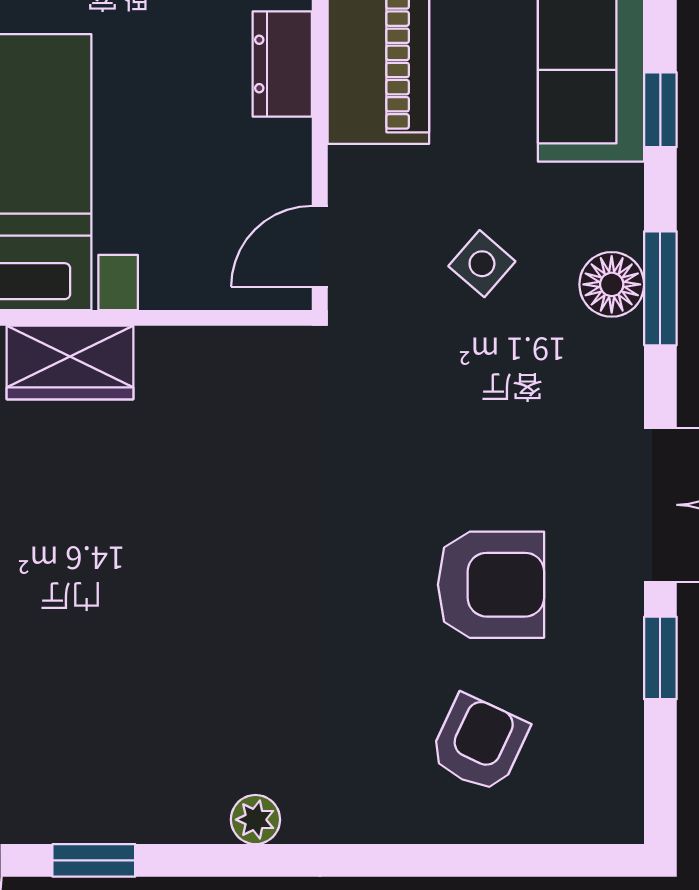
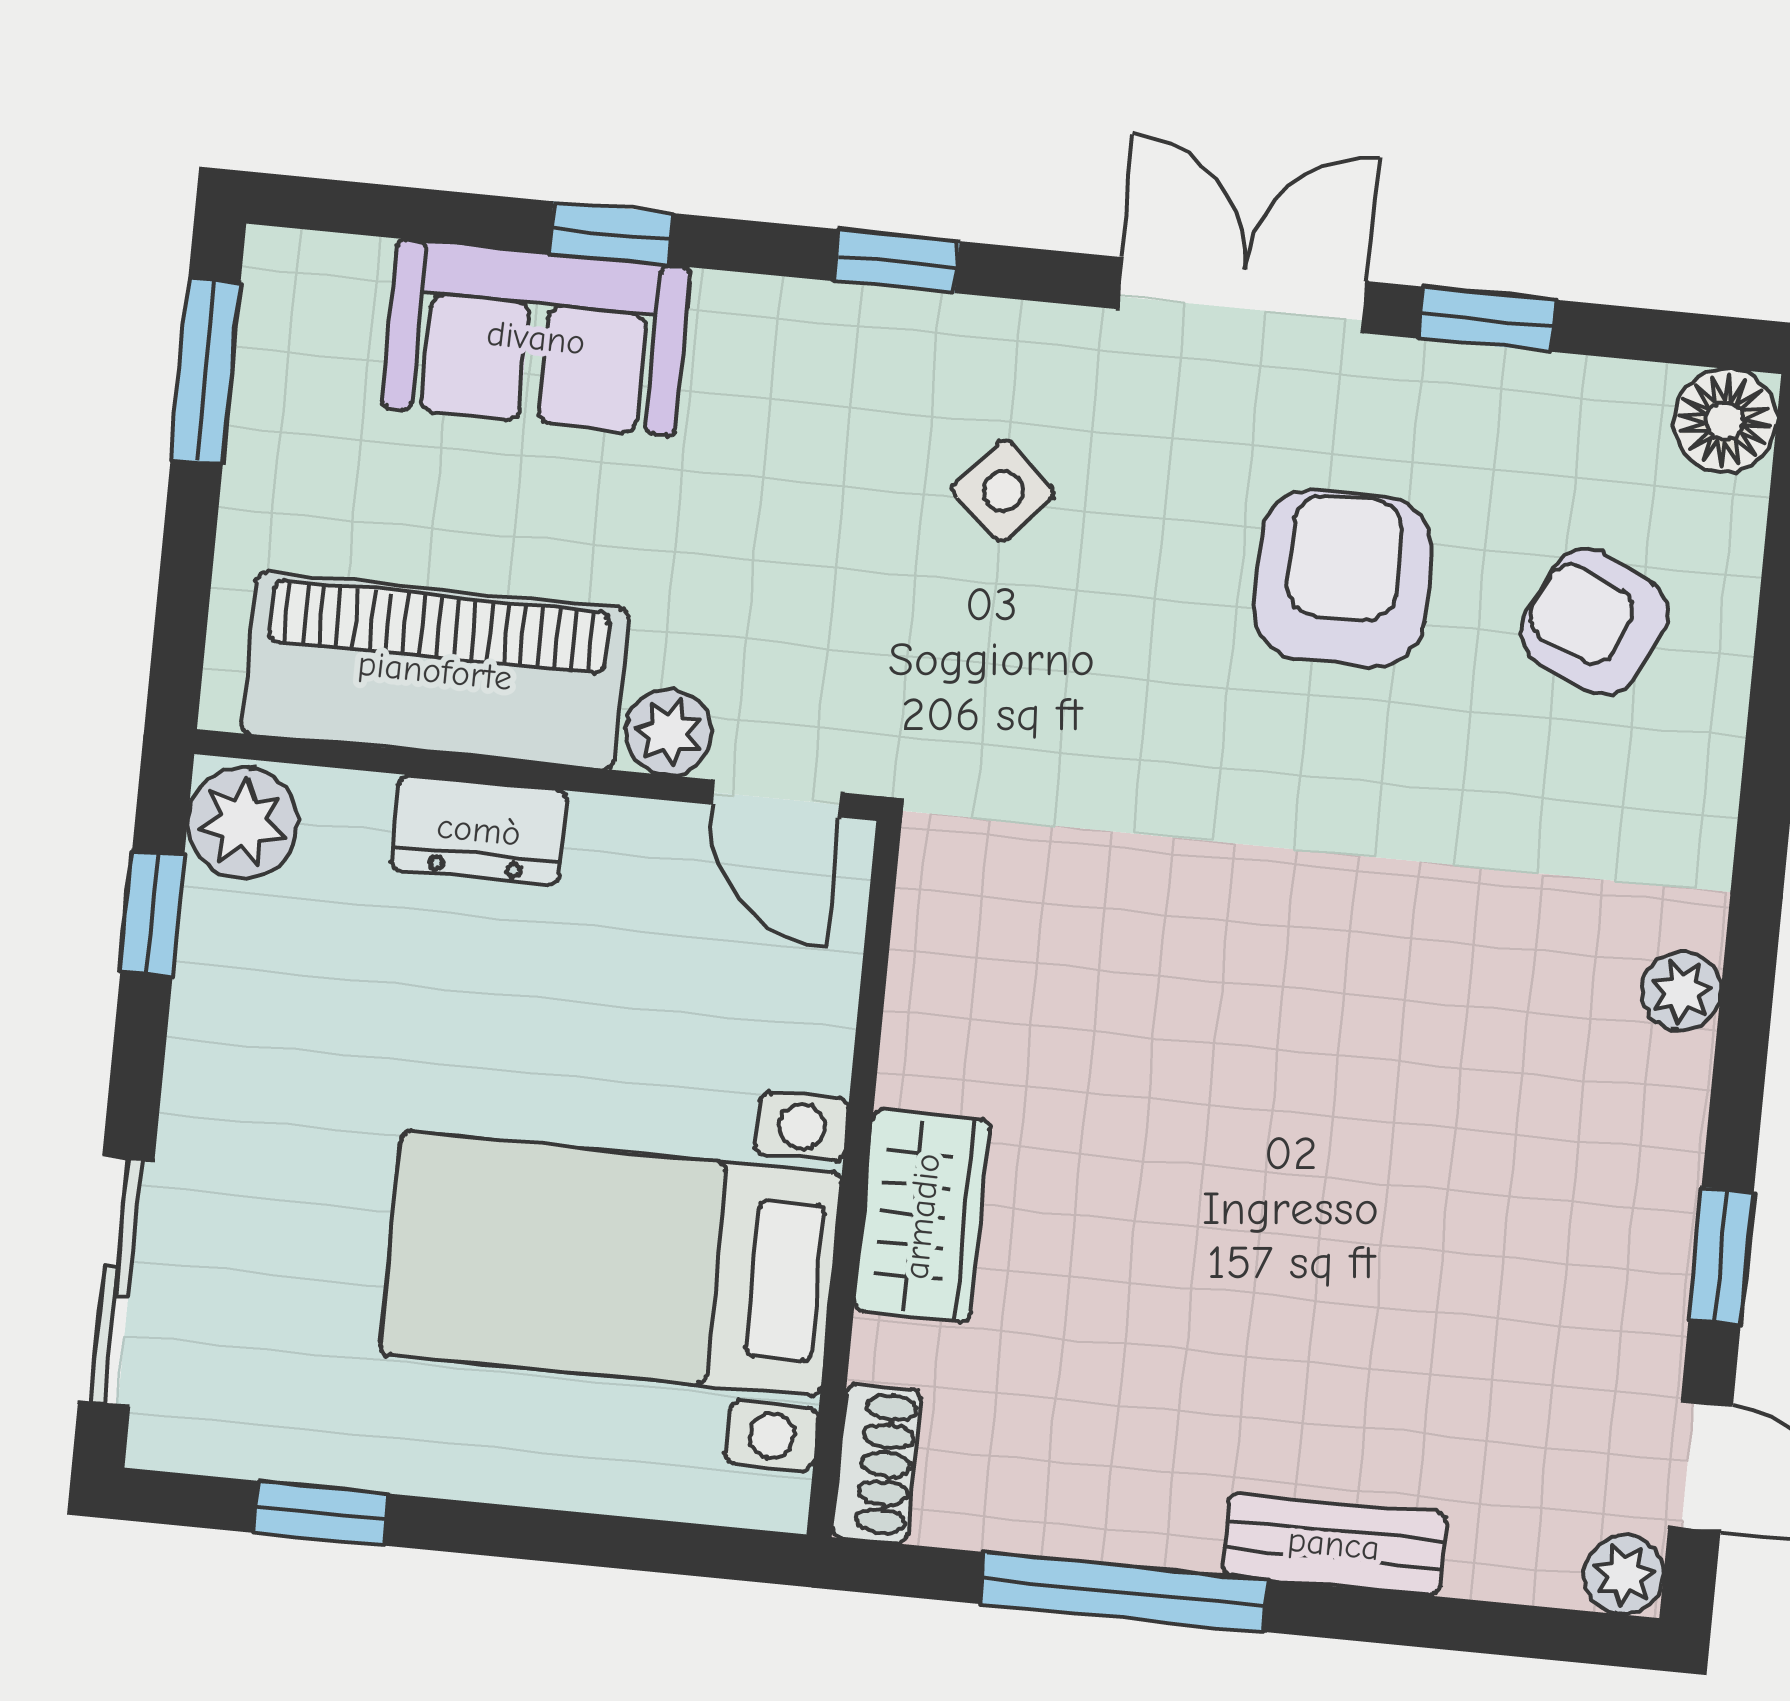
plant: (354, 176) -> (669, 732), added
side table: (482, 264) -> (1003, 491), moved
floor lamp: (612, 284) -> (1725, 421), moved
window: (660, 288) -> (896, 261), width x0.67

